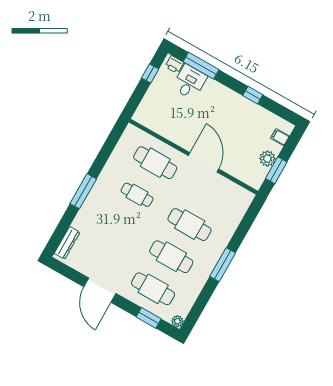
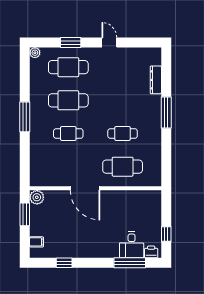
window: (253, 95) -> (64, 263), moved
plant: (267, 159) -> (37, 197), moved
cafe table: (190, 225) -> (68, 134), width x0.73, depth x0.74
dresser: (67, 243) -> (156, 80), moved
door: (100, 290) -> (109, 42), width x0.53
window: (149, 318) -> (71, 42), moved

